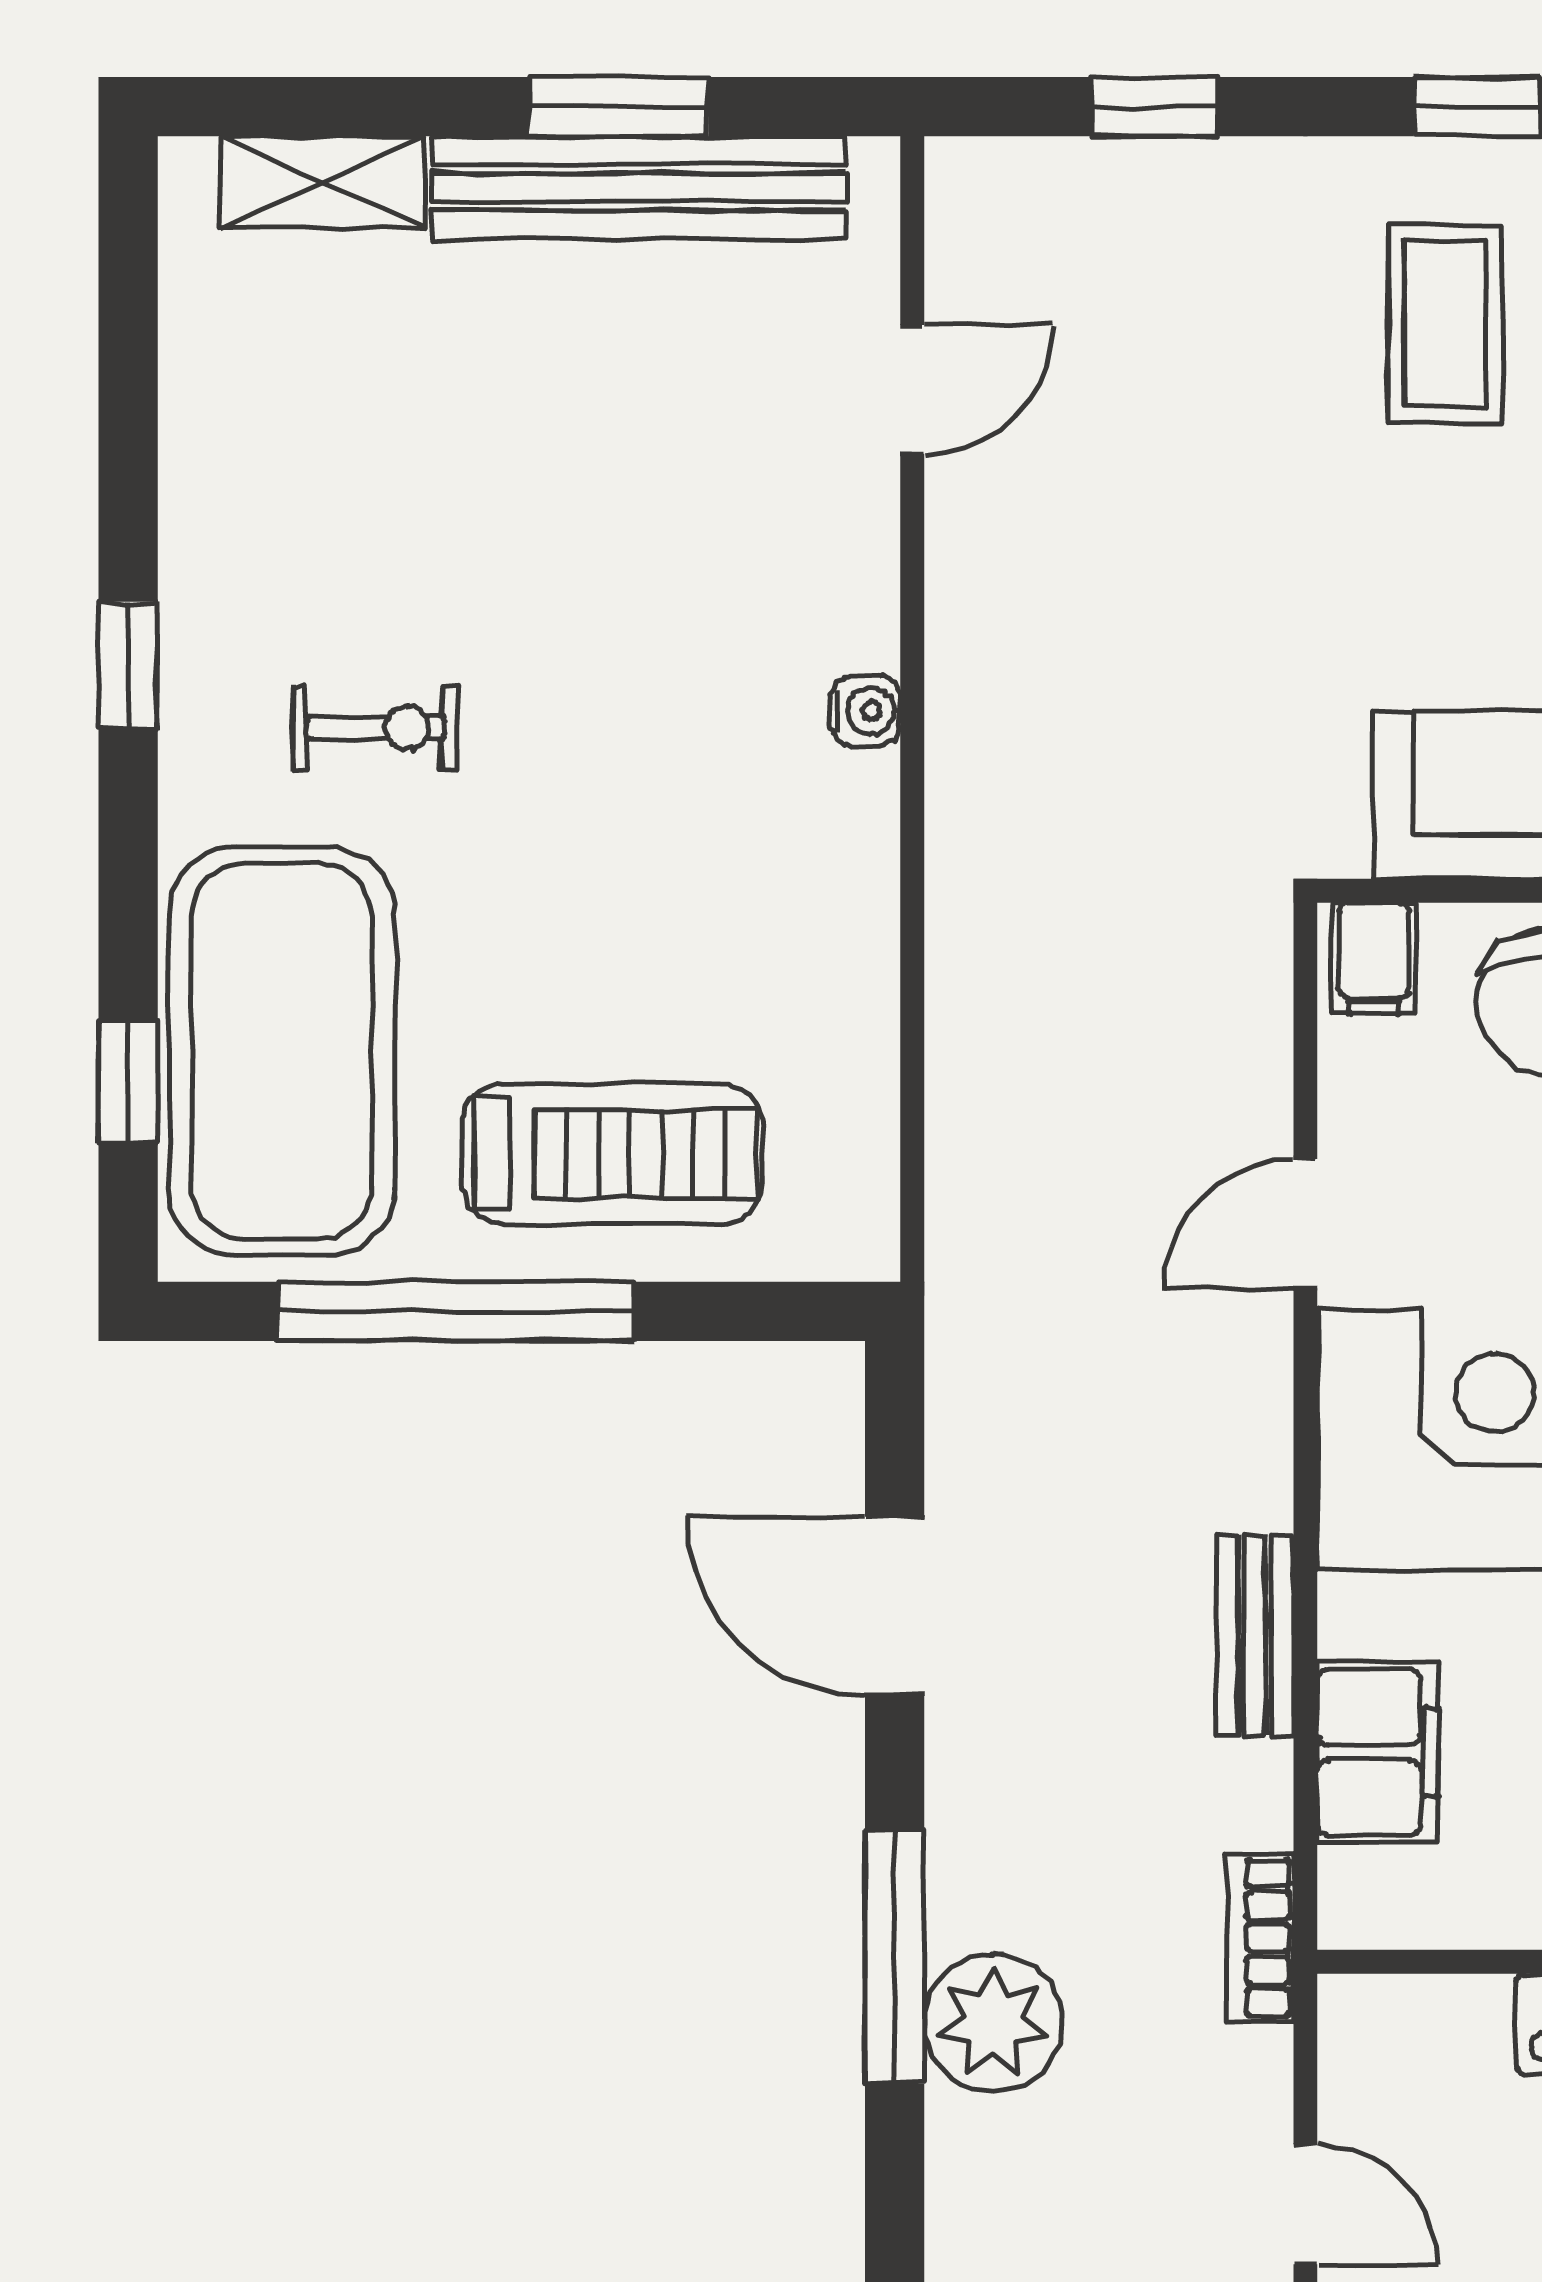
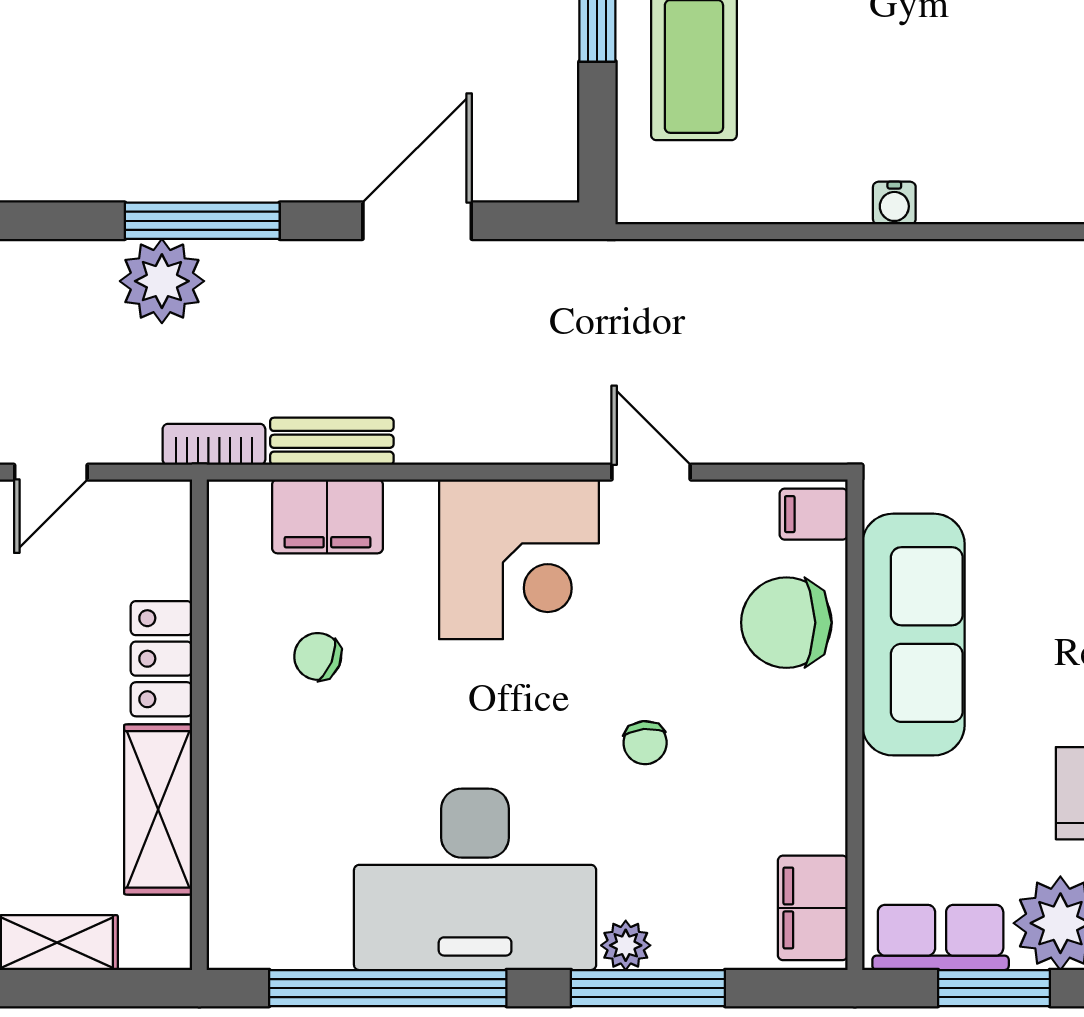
water cooler: (866, 711) -> (894, 203), moved
bench: (1255, 1636) -> (332, 441), moved

